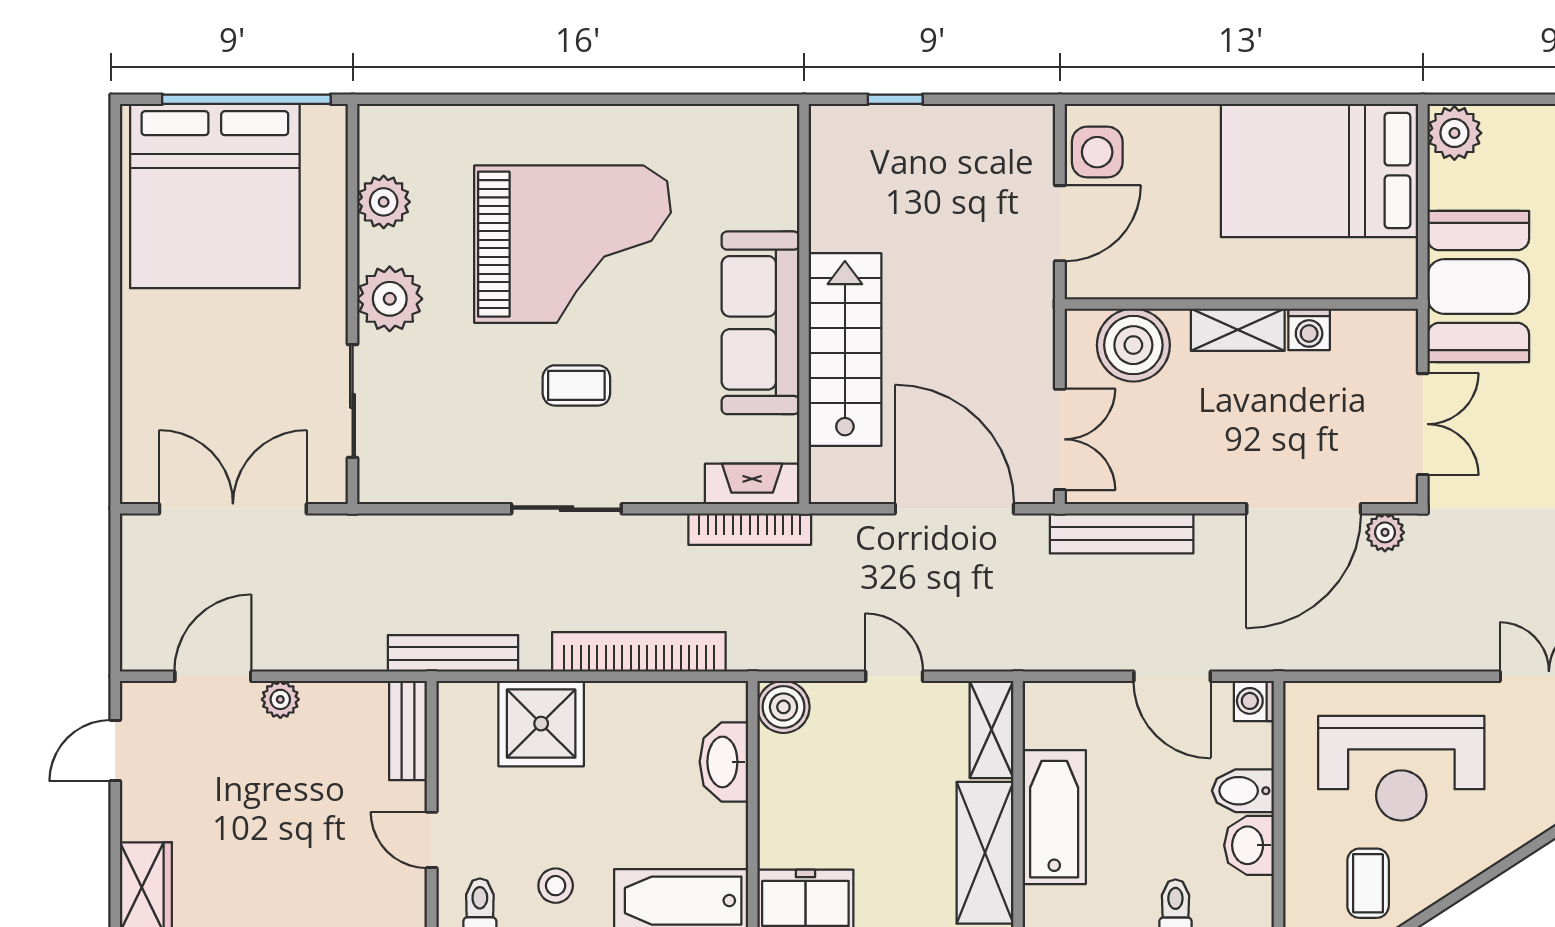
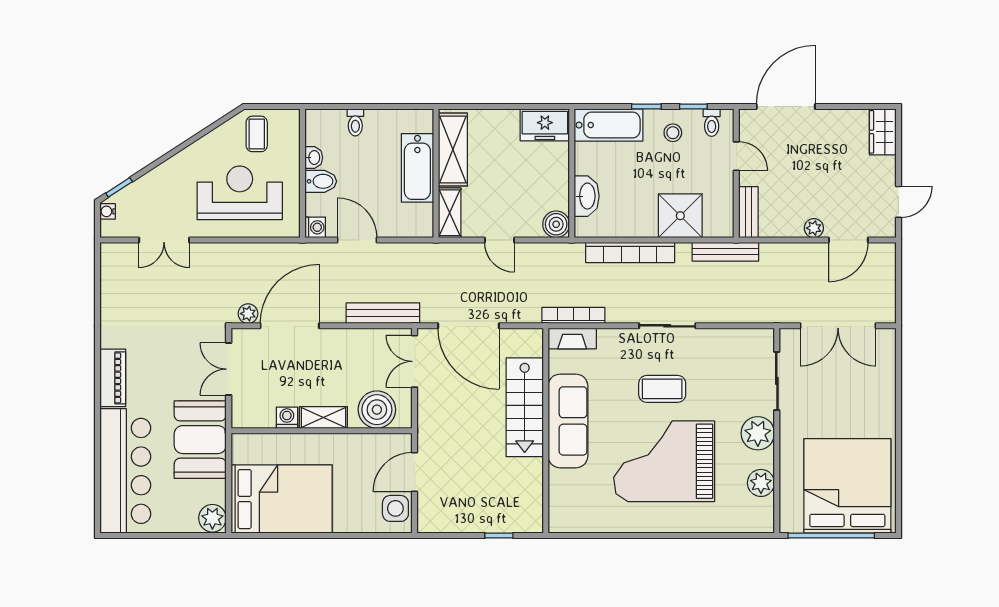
coffee table: (576, 385) -> (662, 389), width x1.36, depth x1.30
washbasin: (1249, 845) -> (314, 158), width x0.72, depth x0.69

